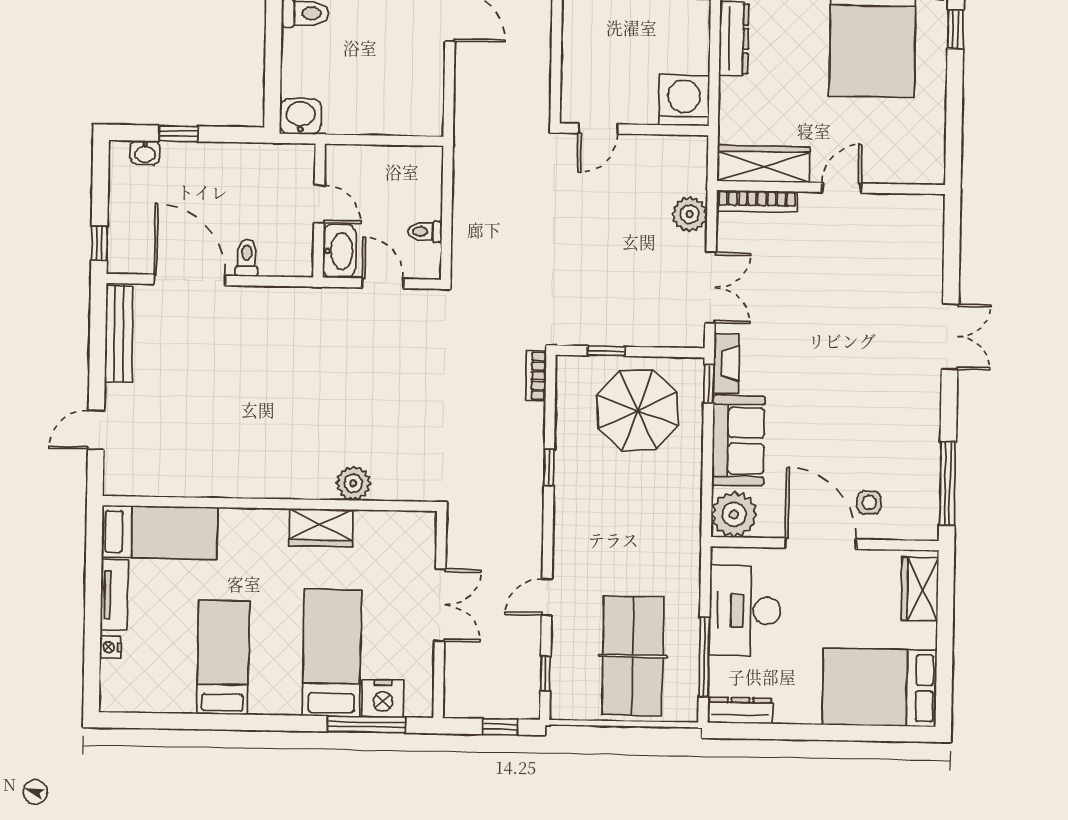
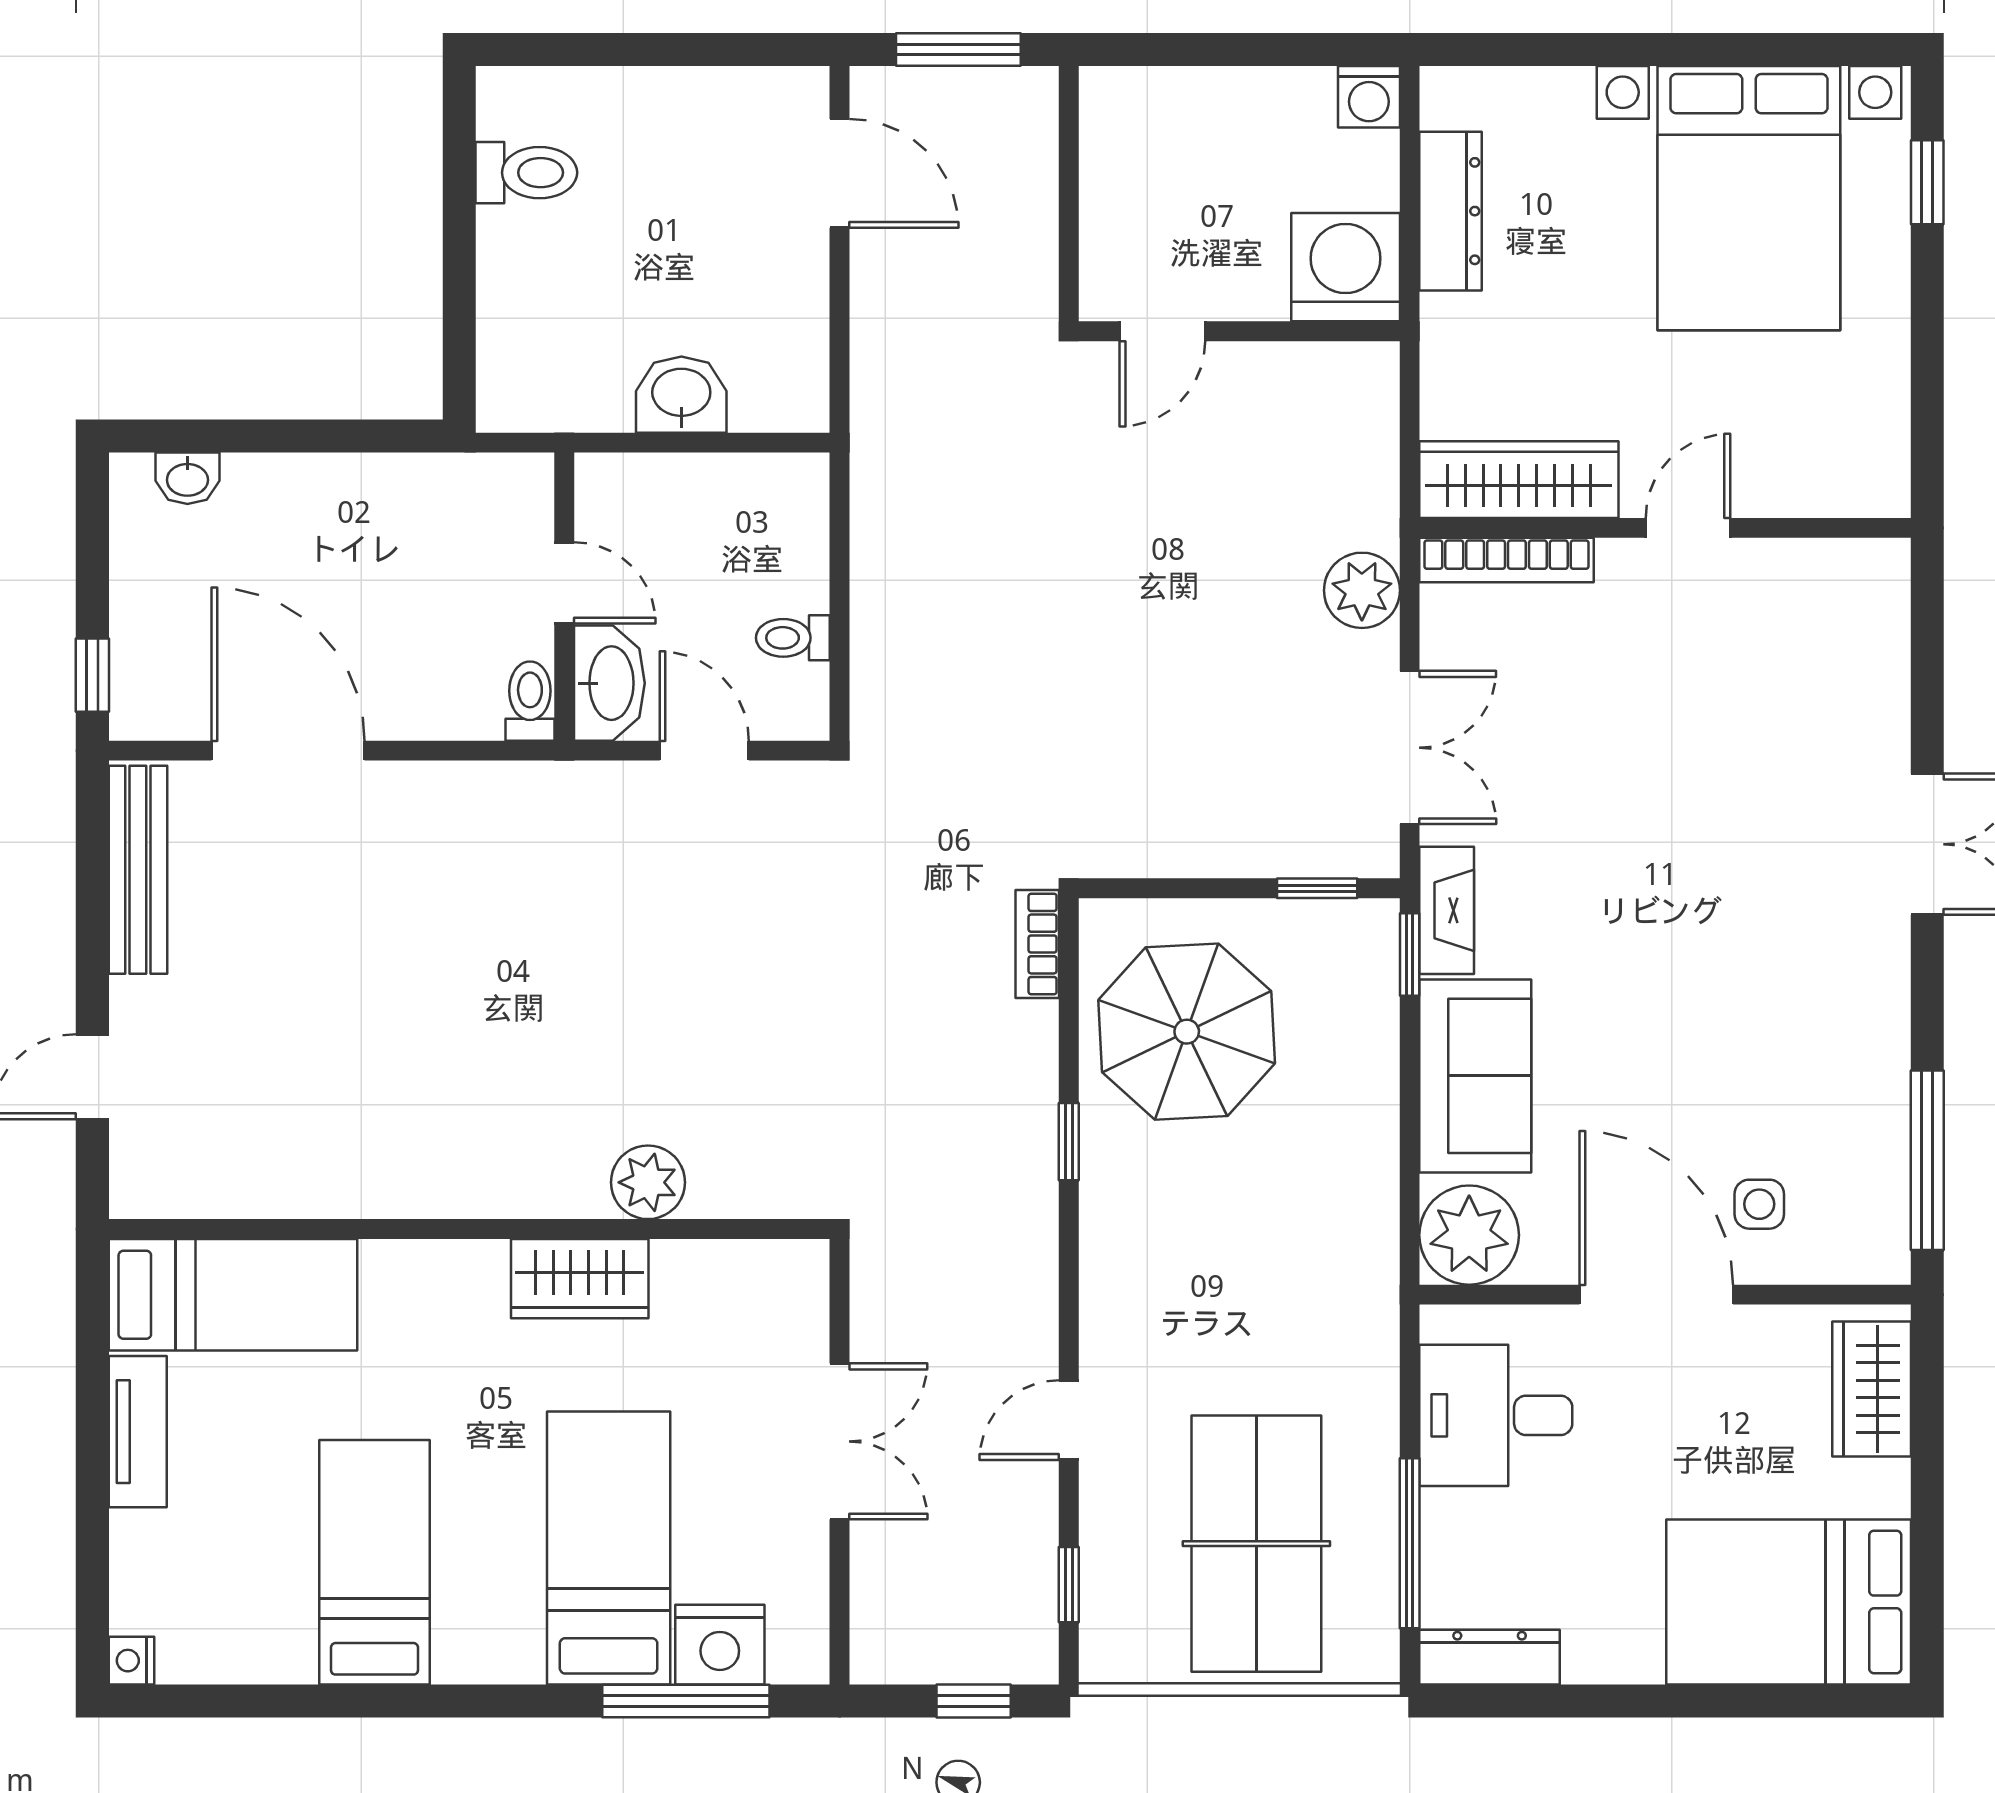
washing machine: (684, 100) -> (1346, 267), moved
washbasin: (301, 116) -> (681, 395), moved
door: (598, 129) -> (1162, 331), moved
wall: (634, 129) -> (1239, 331), moved
window: (178, 134) -> (258, 436), removed
toilet: (247, 258) -> (530, 701), moved
window: (606, 351) -> (1317, 888), moved
parasol: (638, 410) -> (1187, 1032), moved
desk: (745, 611) -> (1496, 1415), width x0.73
nightstand: (110, 647) -> (131, 1661), moved

